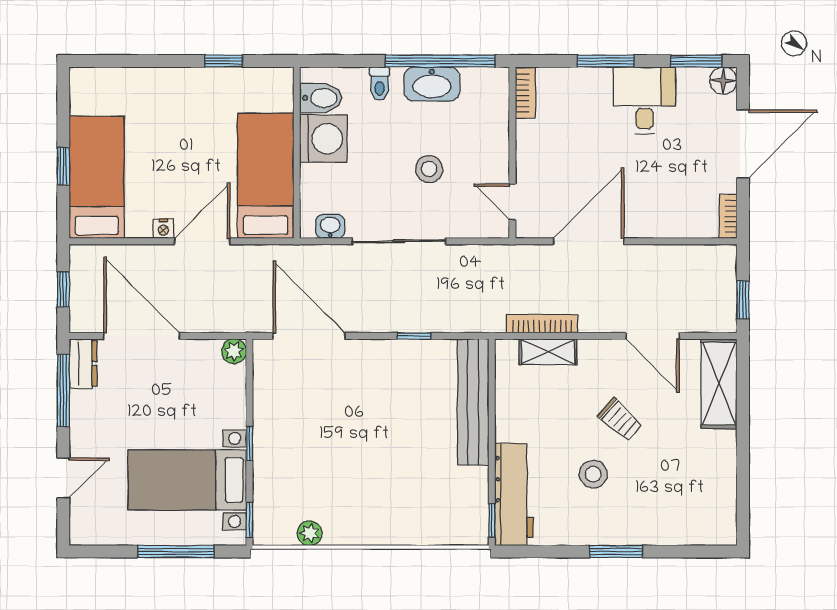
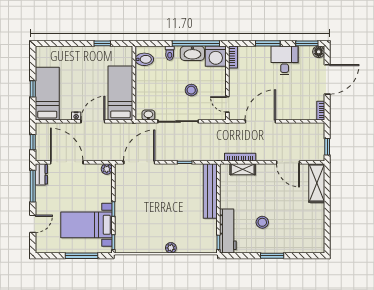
washing machine: (323, 139) -> (216, 56), moved, turned 90
door: (309, 336) -> (139, 162), hinge flipped
trolley: (620, 420) -> (274, 199), removed
plant: (310, 533) -> (171, 248), moved

